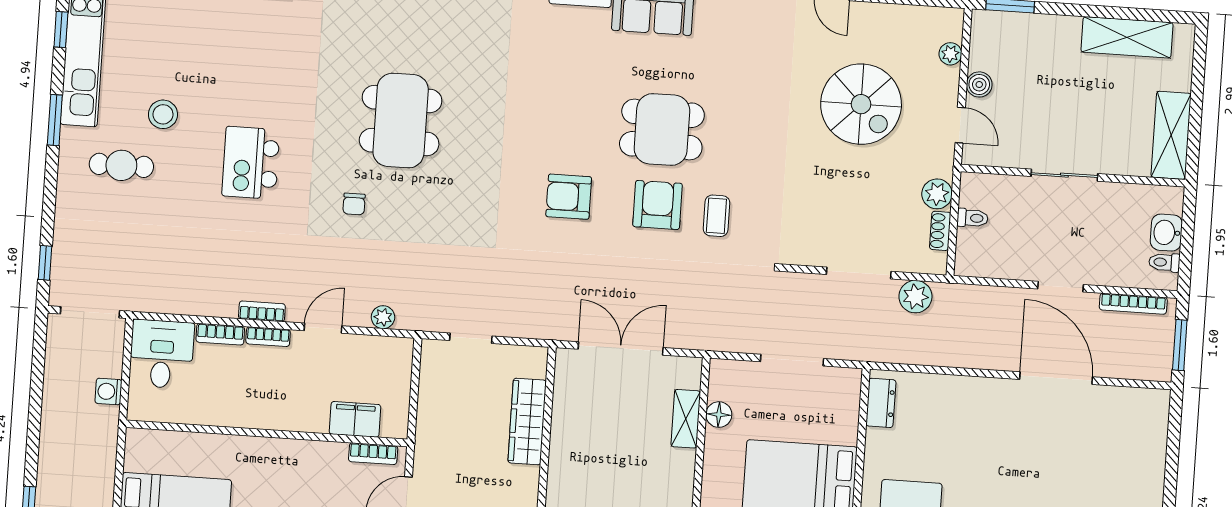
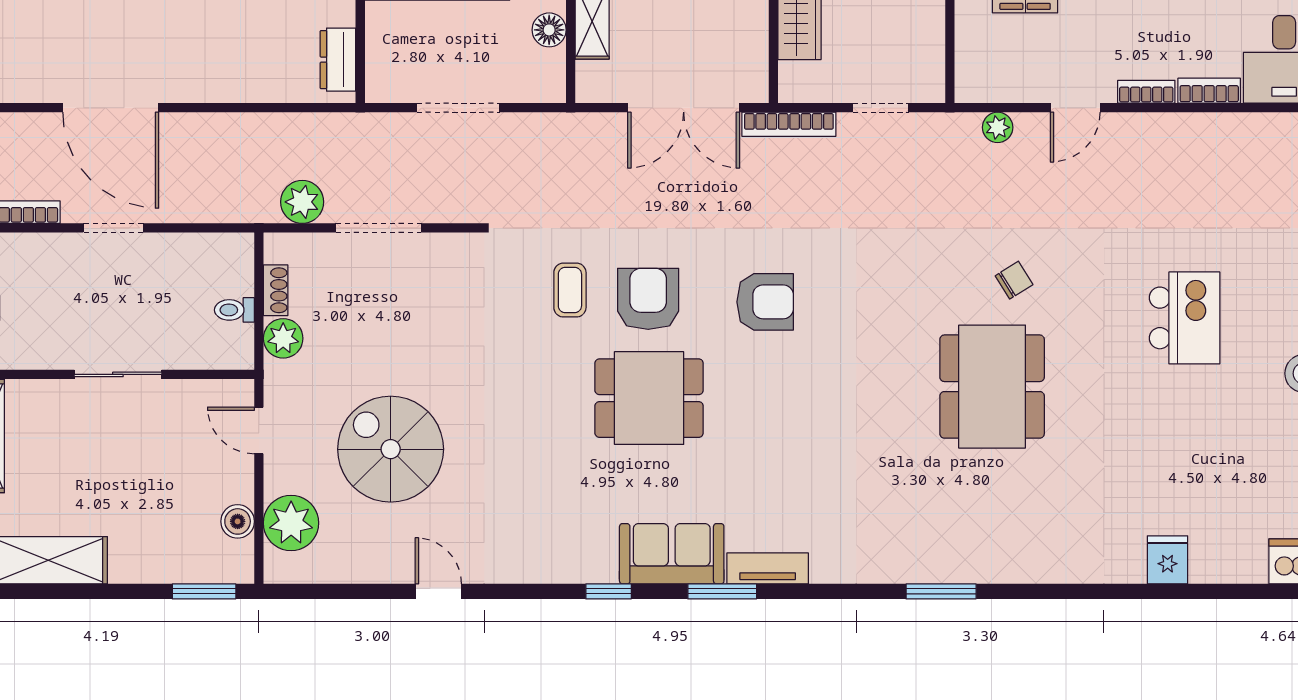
plant: (950, 54) -> (291, 523), width x1.88, depth x1.88
boiler: (979, 84) -> (238, 521), moved
chair: (354, 204) -> (1014, 280), moved, turned 58
armchair: (657, 205) -> (648, 299), turned 180
bookcase: (262, 311) -> (789, 124), moved, width x1.56

